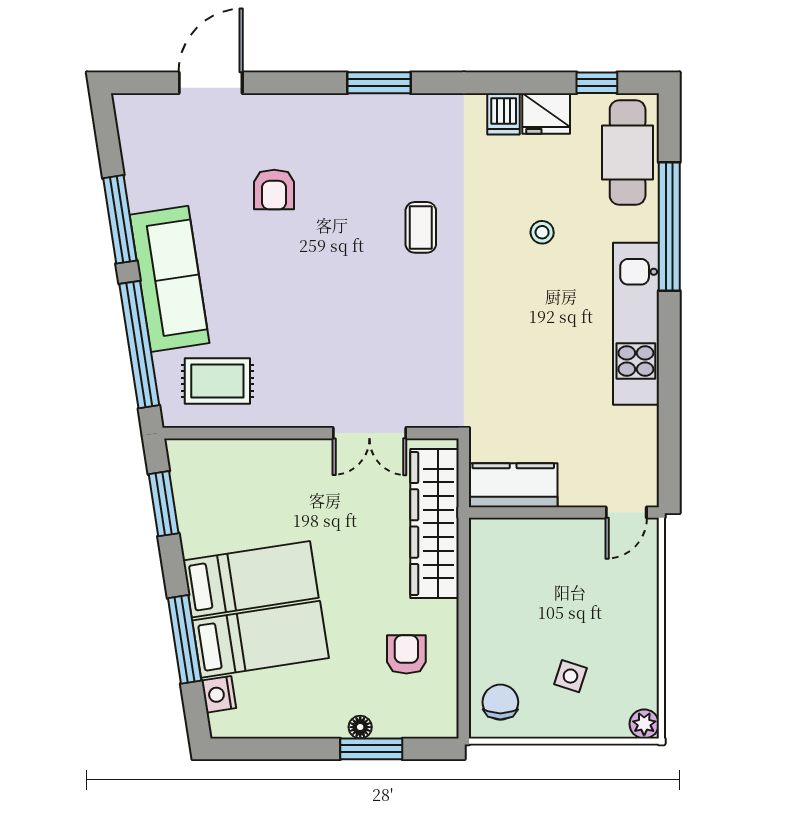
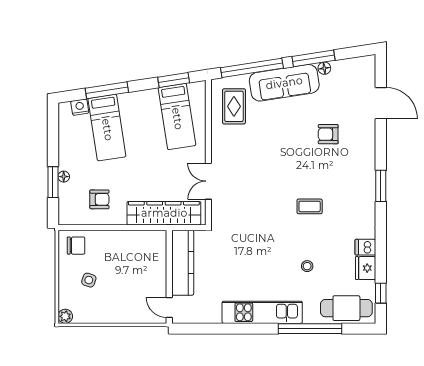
floor lamp: (140, 197) -> (324, 68), added
kitchen counter: (513, 485) -> (183, 263), width x1.50
bed: (251, 579) -> (177, 117), moved

